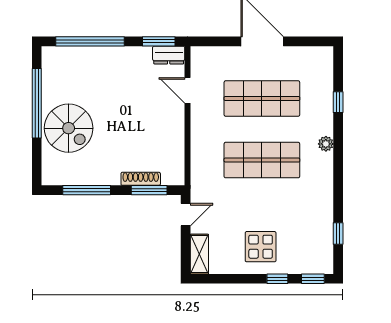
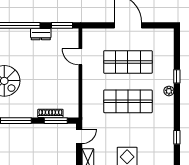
dresser: (169, 55) -> (41, 34), moved
window: (338, 102) -> (177, 76), moved
window: (338, 233) -> (177, 137), moved

